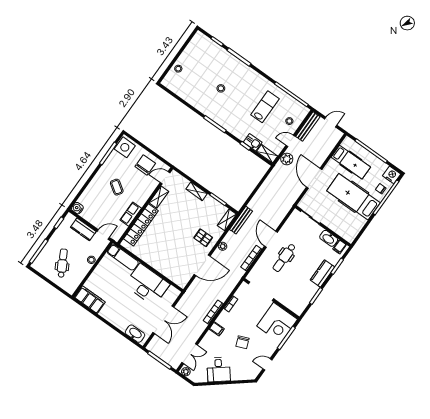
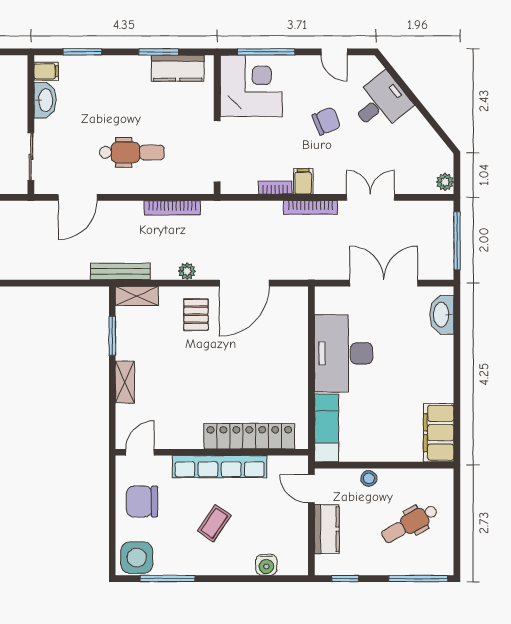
door: (165, 178) -> (140, 452), swing flipped
shelving: (159, 197) -> (180, 439), removed
water cooler: (77, 208) -> (266, 565), moved
row of seats: (131, 214) -> (220, 467), width x2.02
door: (271, 239) -> (78, 197), moved
door: (202, 265) -> (244, 283), swing flipped
kitchen counter: (322, 273) -> (178, 68), moved
filing cabinet: (217, 329) -> (303, 181), moved
double door: (190, 354) -> (370, 197), moved
desk: (219, 369) -> (381, 103), moved

